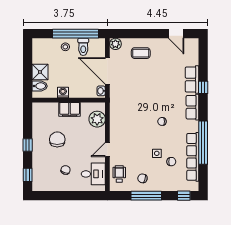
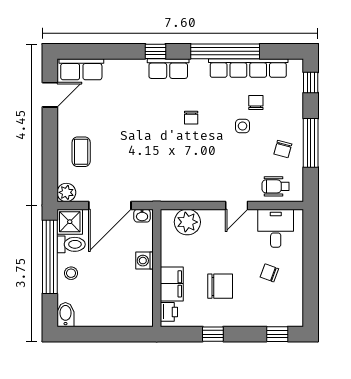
shower: (40, 72) -> (70, 222), moved
row of seats: (192, 80) -> (81, 69), moved
bidet: (40, 86) -> (65, 315), moved
window: (203, 87) -> (155, 51), moved
washing machine: (63, 92) -> (145, 261), moved
printer: (41, 108) -> (169, 312), added
filing cabinet: (70, 109) -> (172, 284), moved
chair: (57, 139) -> (220, 286), turned 180
window: (28, 145) -> (213, 334), moved
door: (107, 150) -> (237, 205), hinge flipped

